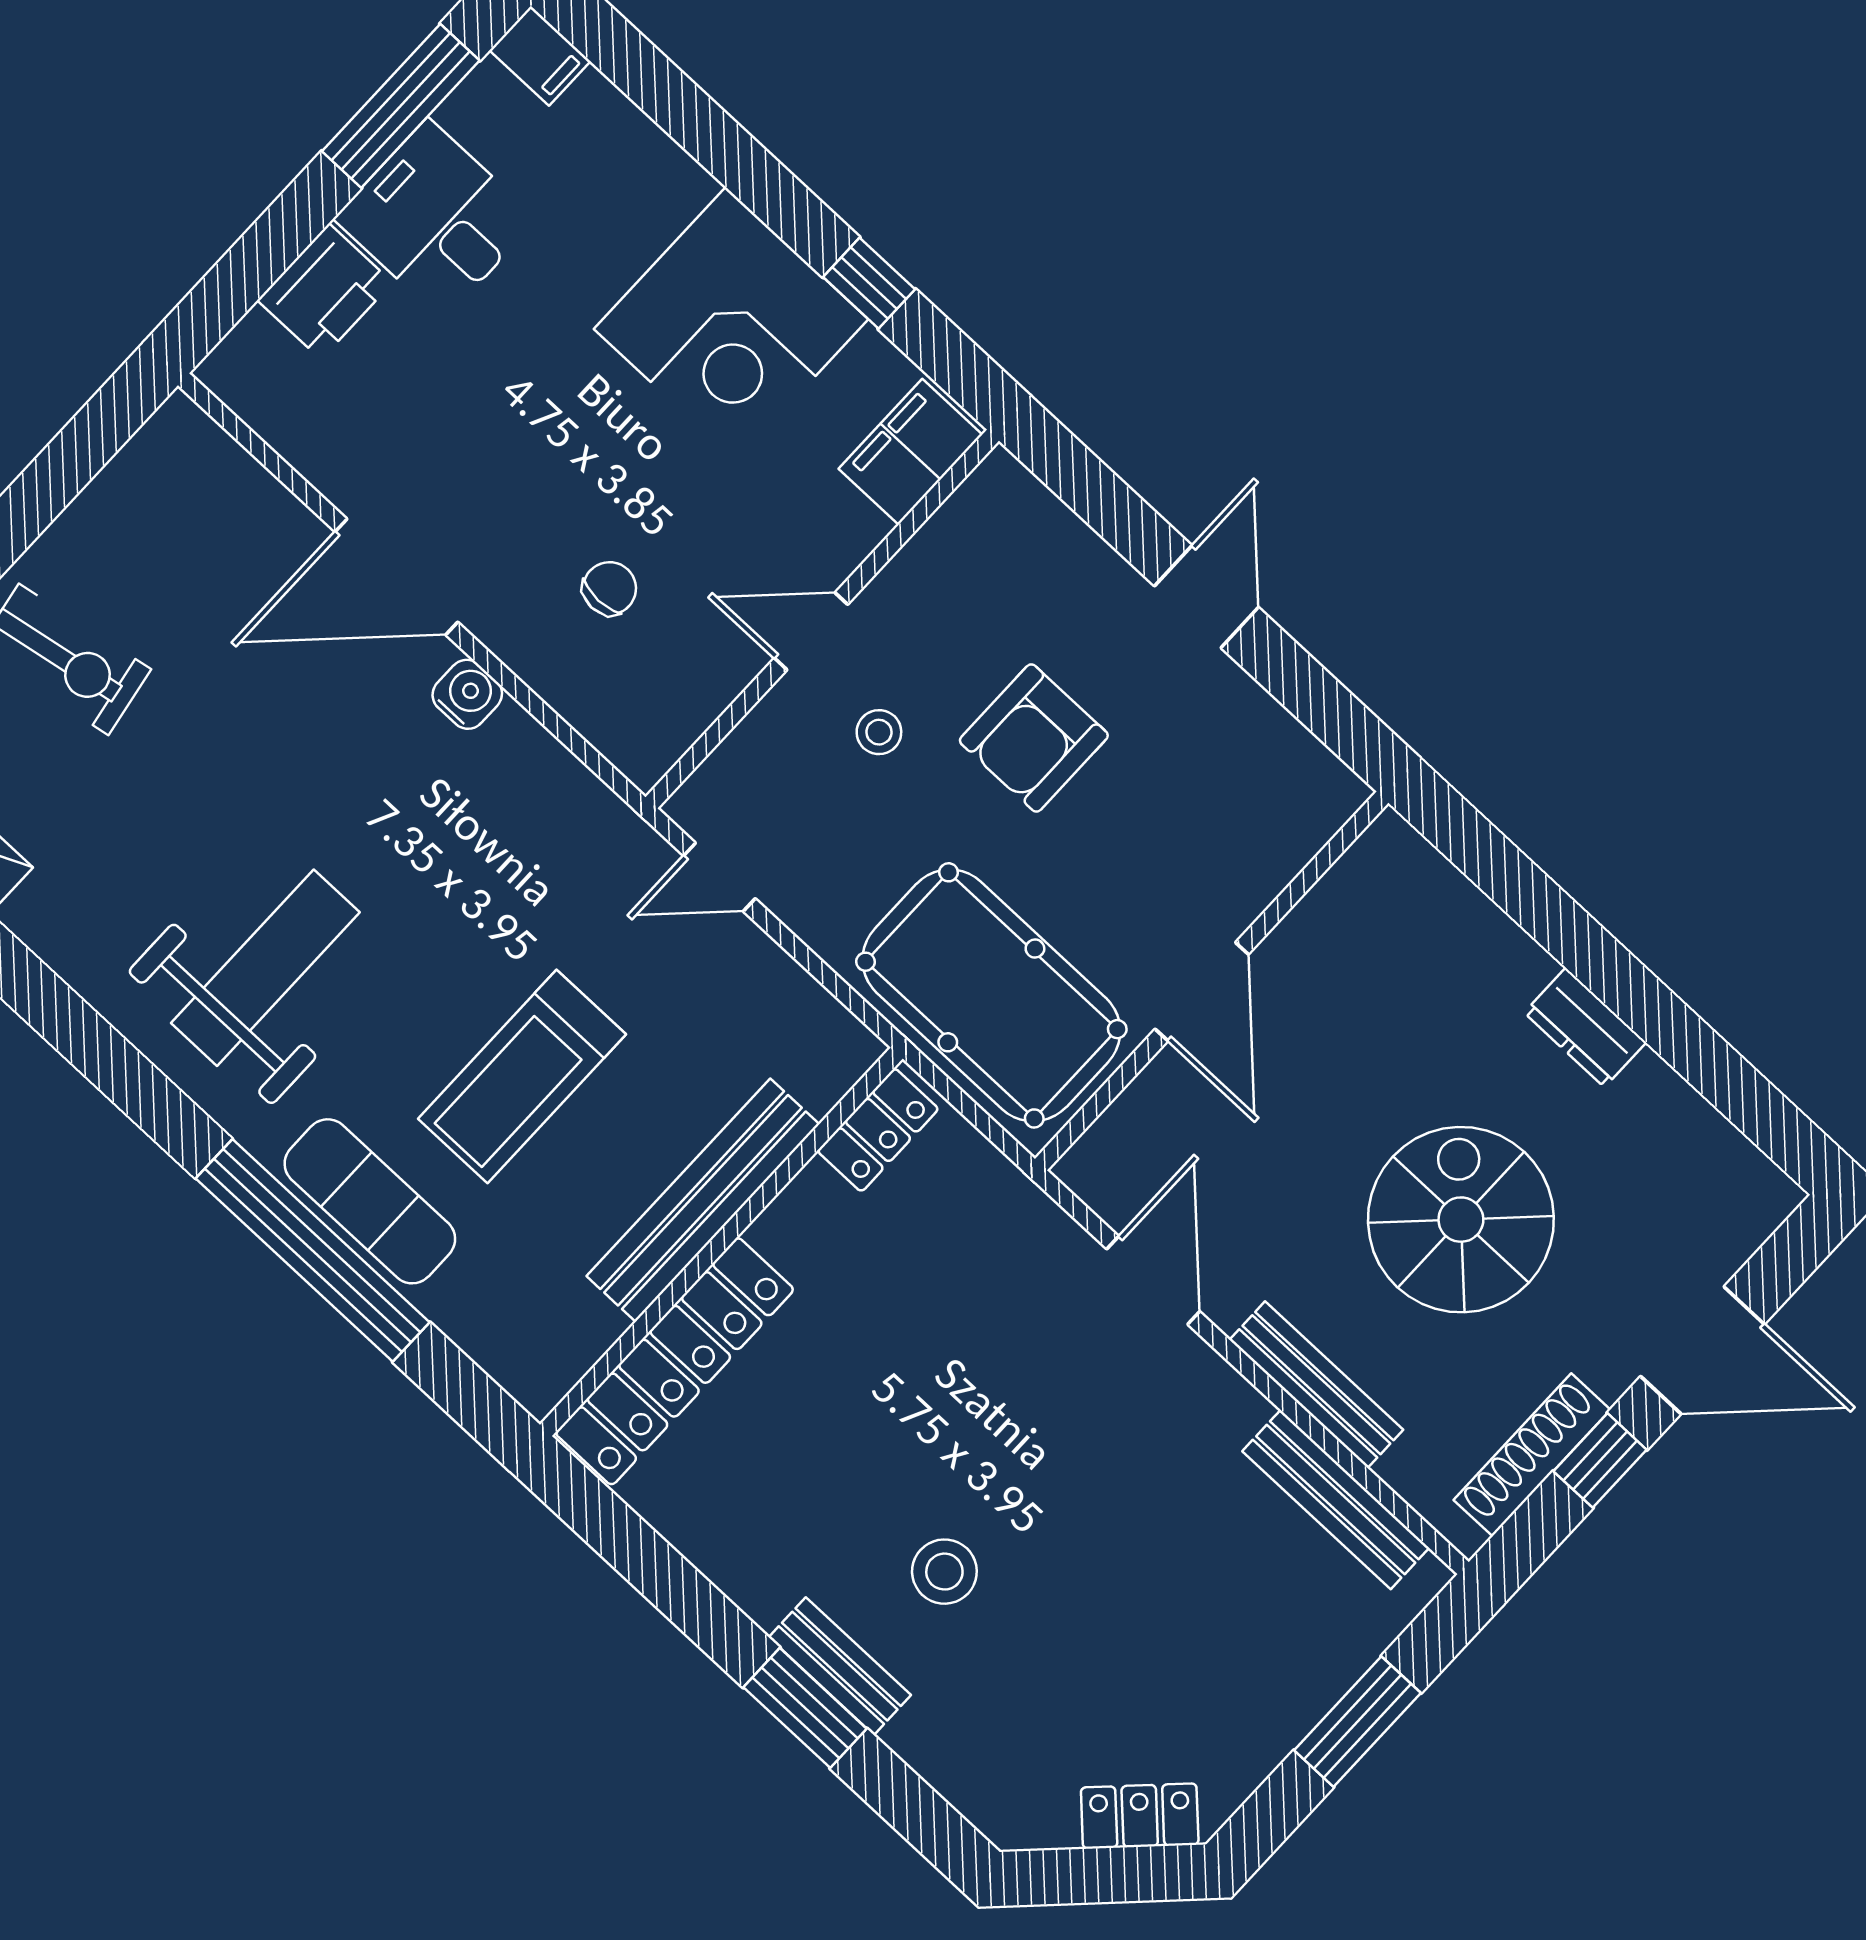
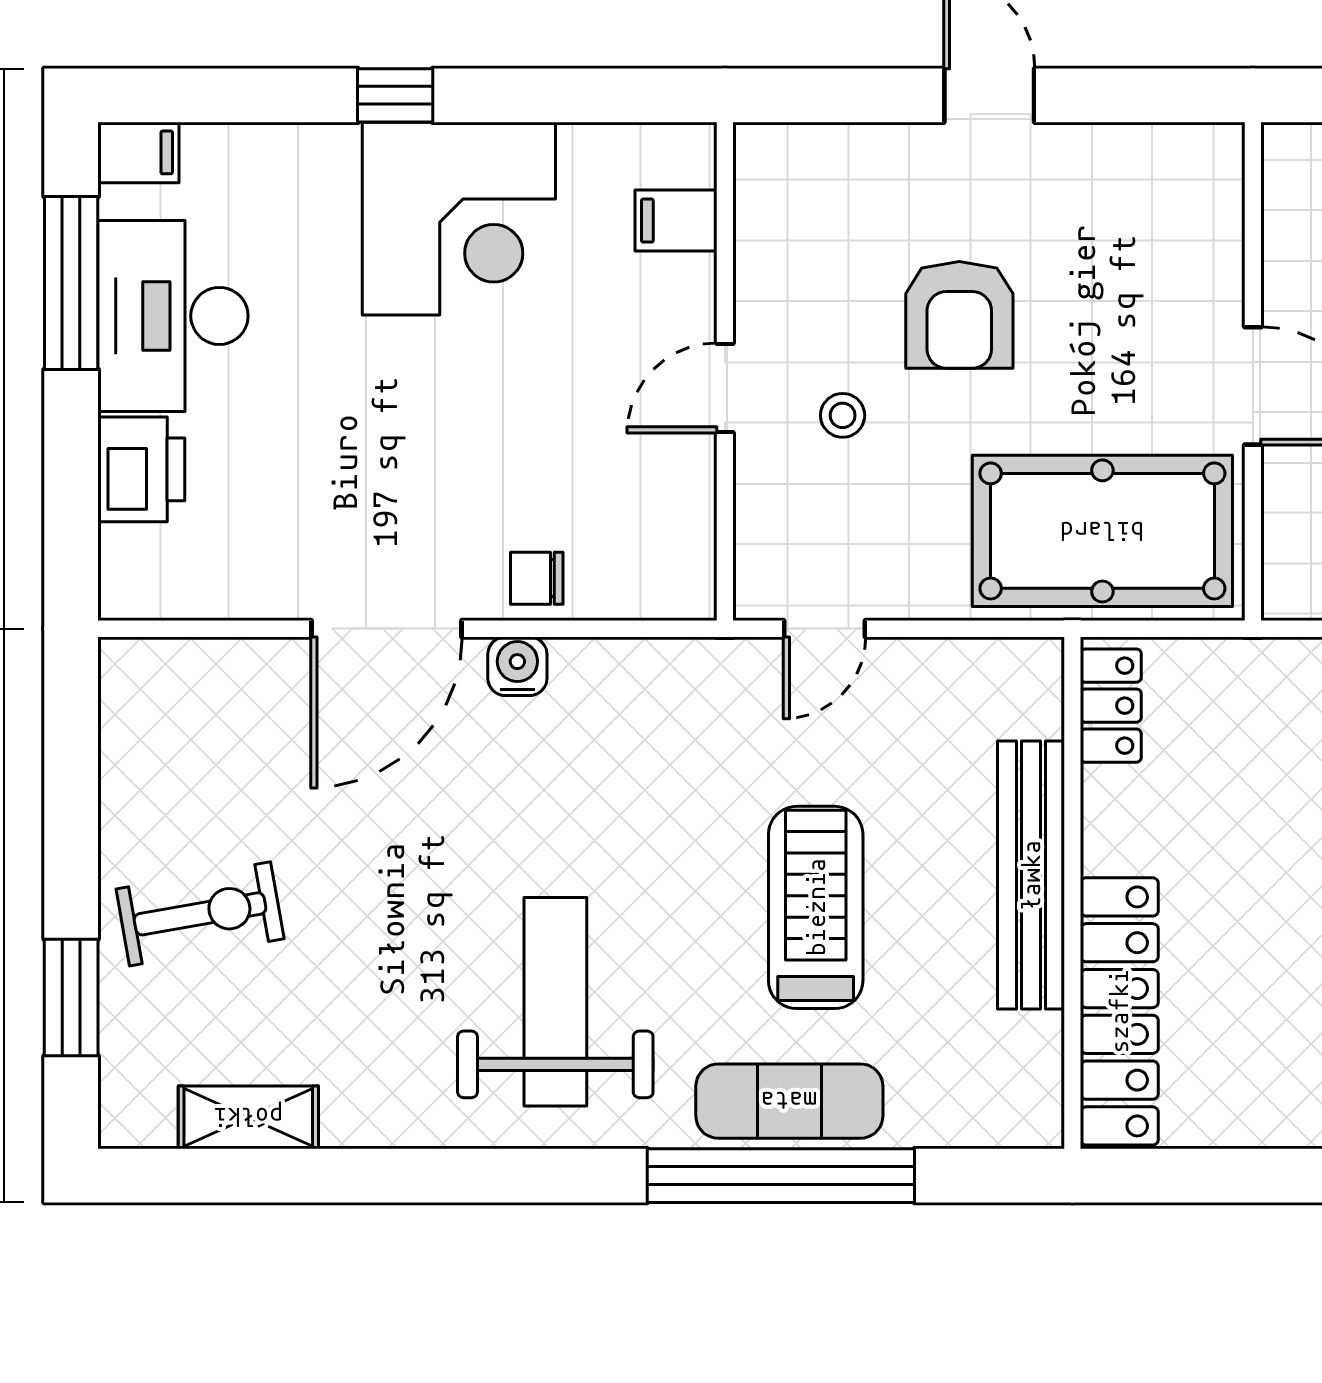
desk: (436, 219) -> (173, 316), width x1.37
window: (869, 283) -> (395, 95), moved
filing cabinet: (911, 452) -> (676, 221), width x0.50
chair: (610, 588) -> (537, 578), moved, turned -90
treadmill: (522, 1077) -> (816, 907), turned 180

